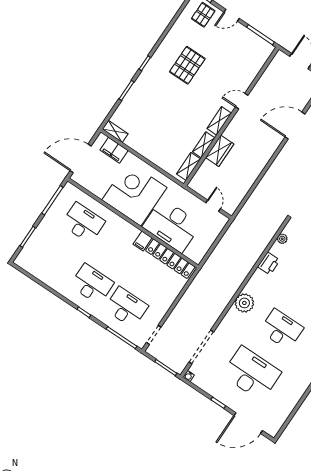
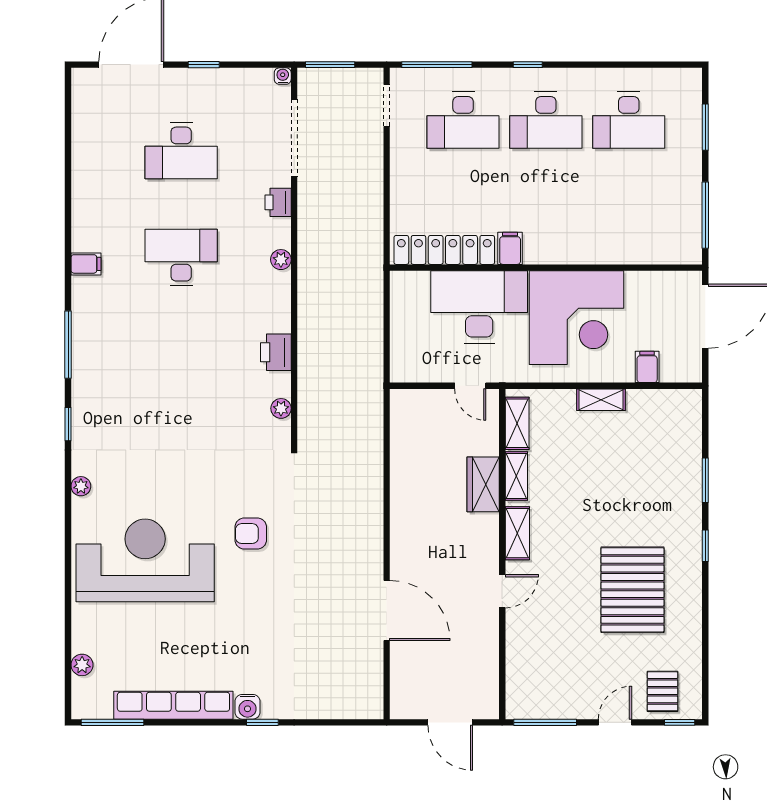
pallet: (187, 65) -> (632, 590), width x1.37, depth x1.41
door: (295, 125) -> (387, 610), hinge flipped
shelving: (115, 131) -> (601, 400), moved
filing cabinet: (114, 150) -> (647, 367), width x0.50
door: (213, 206) -> (470, 386), moved
desk: (83, 223) -> (629, 120), moved
plant: (244, 303) -> (281, 260), width x0.53, depth x0.53
printer: (226, 325) -> (278, 202), added
desk: (281, 329) -> (181, 257), turned 180
desk: (252, 373) -> (181, 151), width x0.73, depth x0.77

